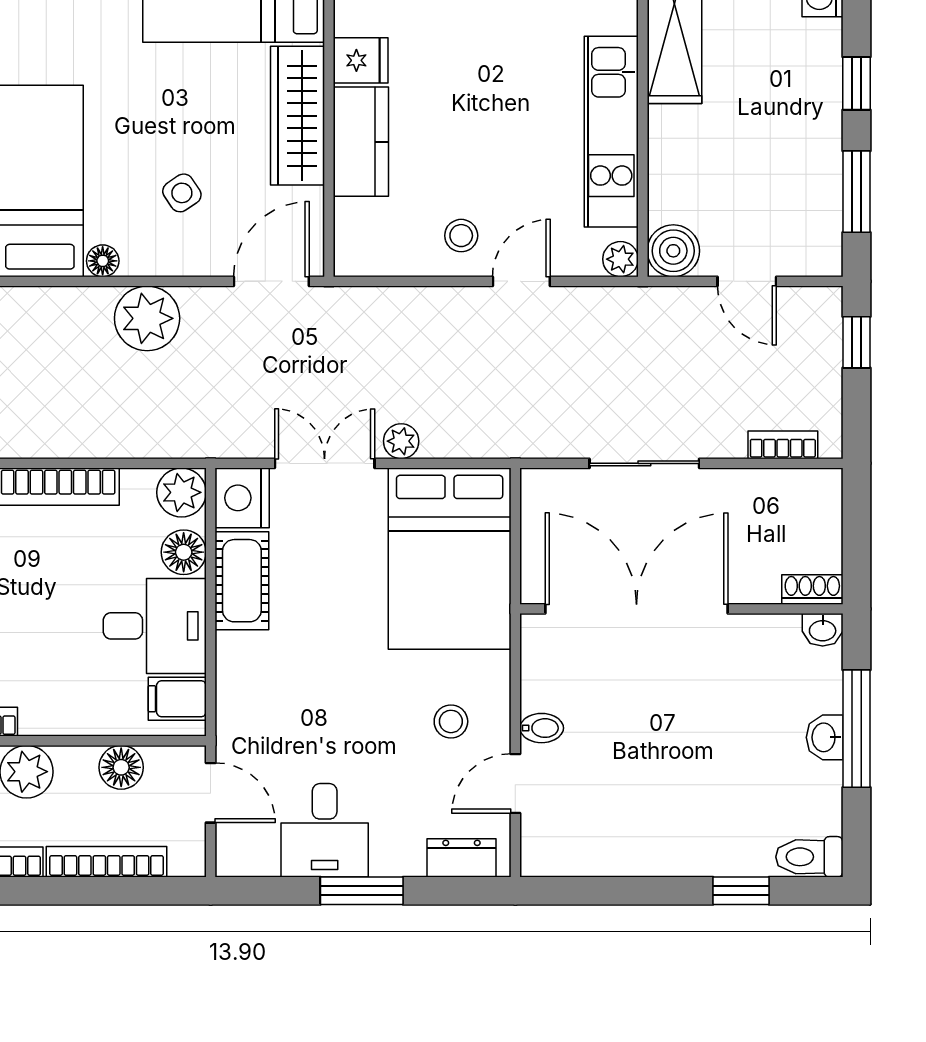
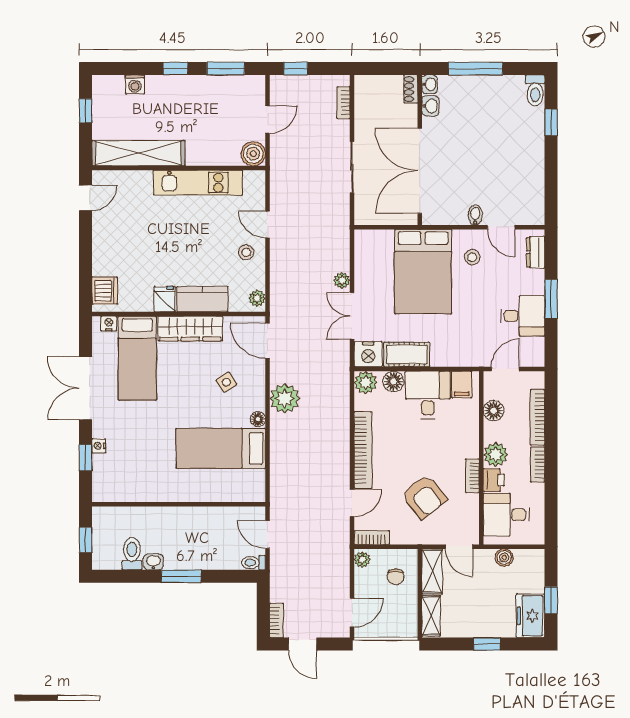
plant: (620, 259) -> (257, 298), moved
bed: (450, 559) -> (423, 272), moved, turned 90
washbasin: (825, 737) -> (430, 106), moved, turned -90

